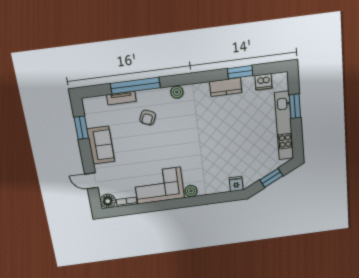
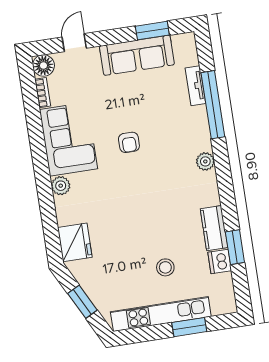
dishwasher: (263, 82) -> (220, 261), moved
armchair: (148, 118) -> (129, 142), moved, turned -114
stool: (252, 122) -> (165, 267), added
sofa: (101, 145) -> (137, 55), width x1.36
fridge: (236, 184) -> (75, 242), width x1.88, depth x1.34

